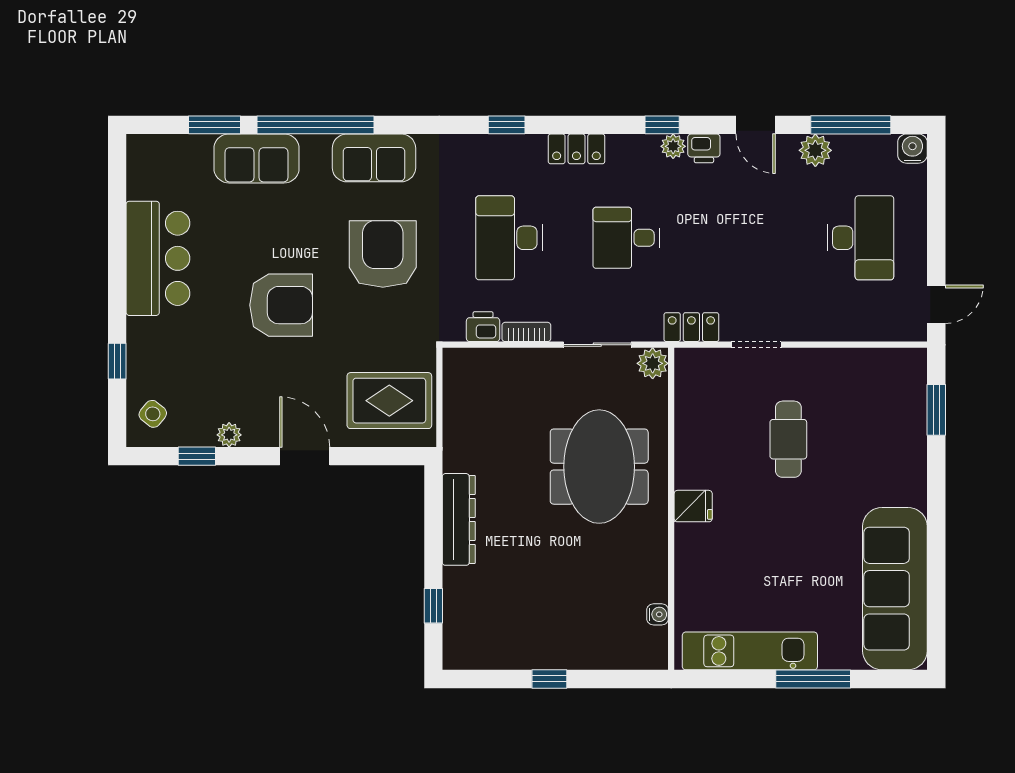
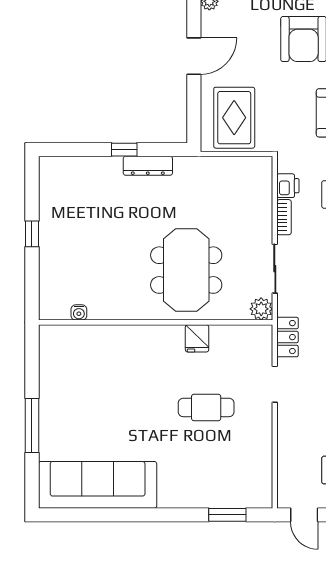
meeting table: (599, 467) -> (186, 270), turned 90
fridge: (693, 506) -> (197, 338), moved
dresser: (459, 519) -> (148, 166), width x0.73, depth x0.80
window: (433, 606) -> (124, 150), moved
kitchen unit: (750, 651) -> (52, 380), removed

